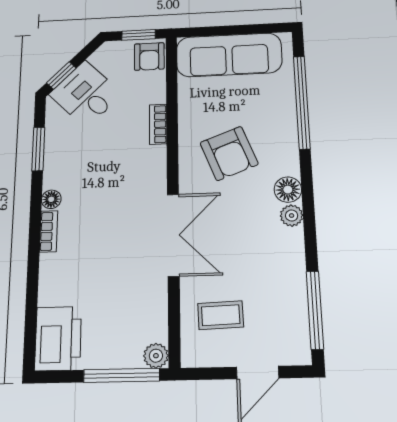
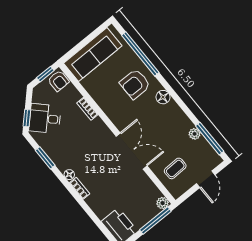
armchair: (229, 153) -> (135, 84), moved, turned 111
plant: (292, 216) -> (195, 134), moved

